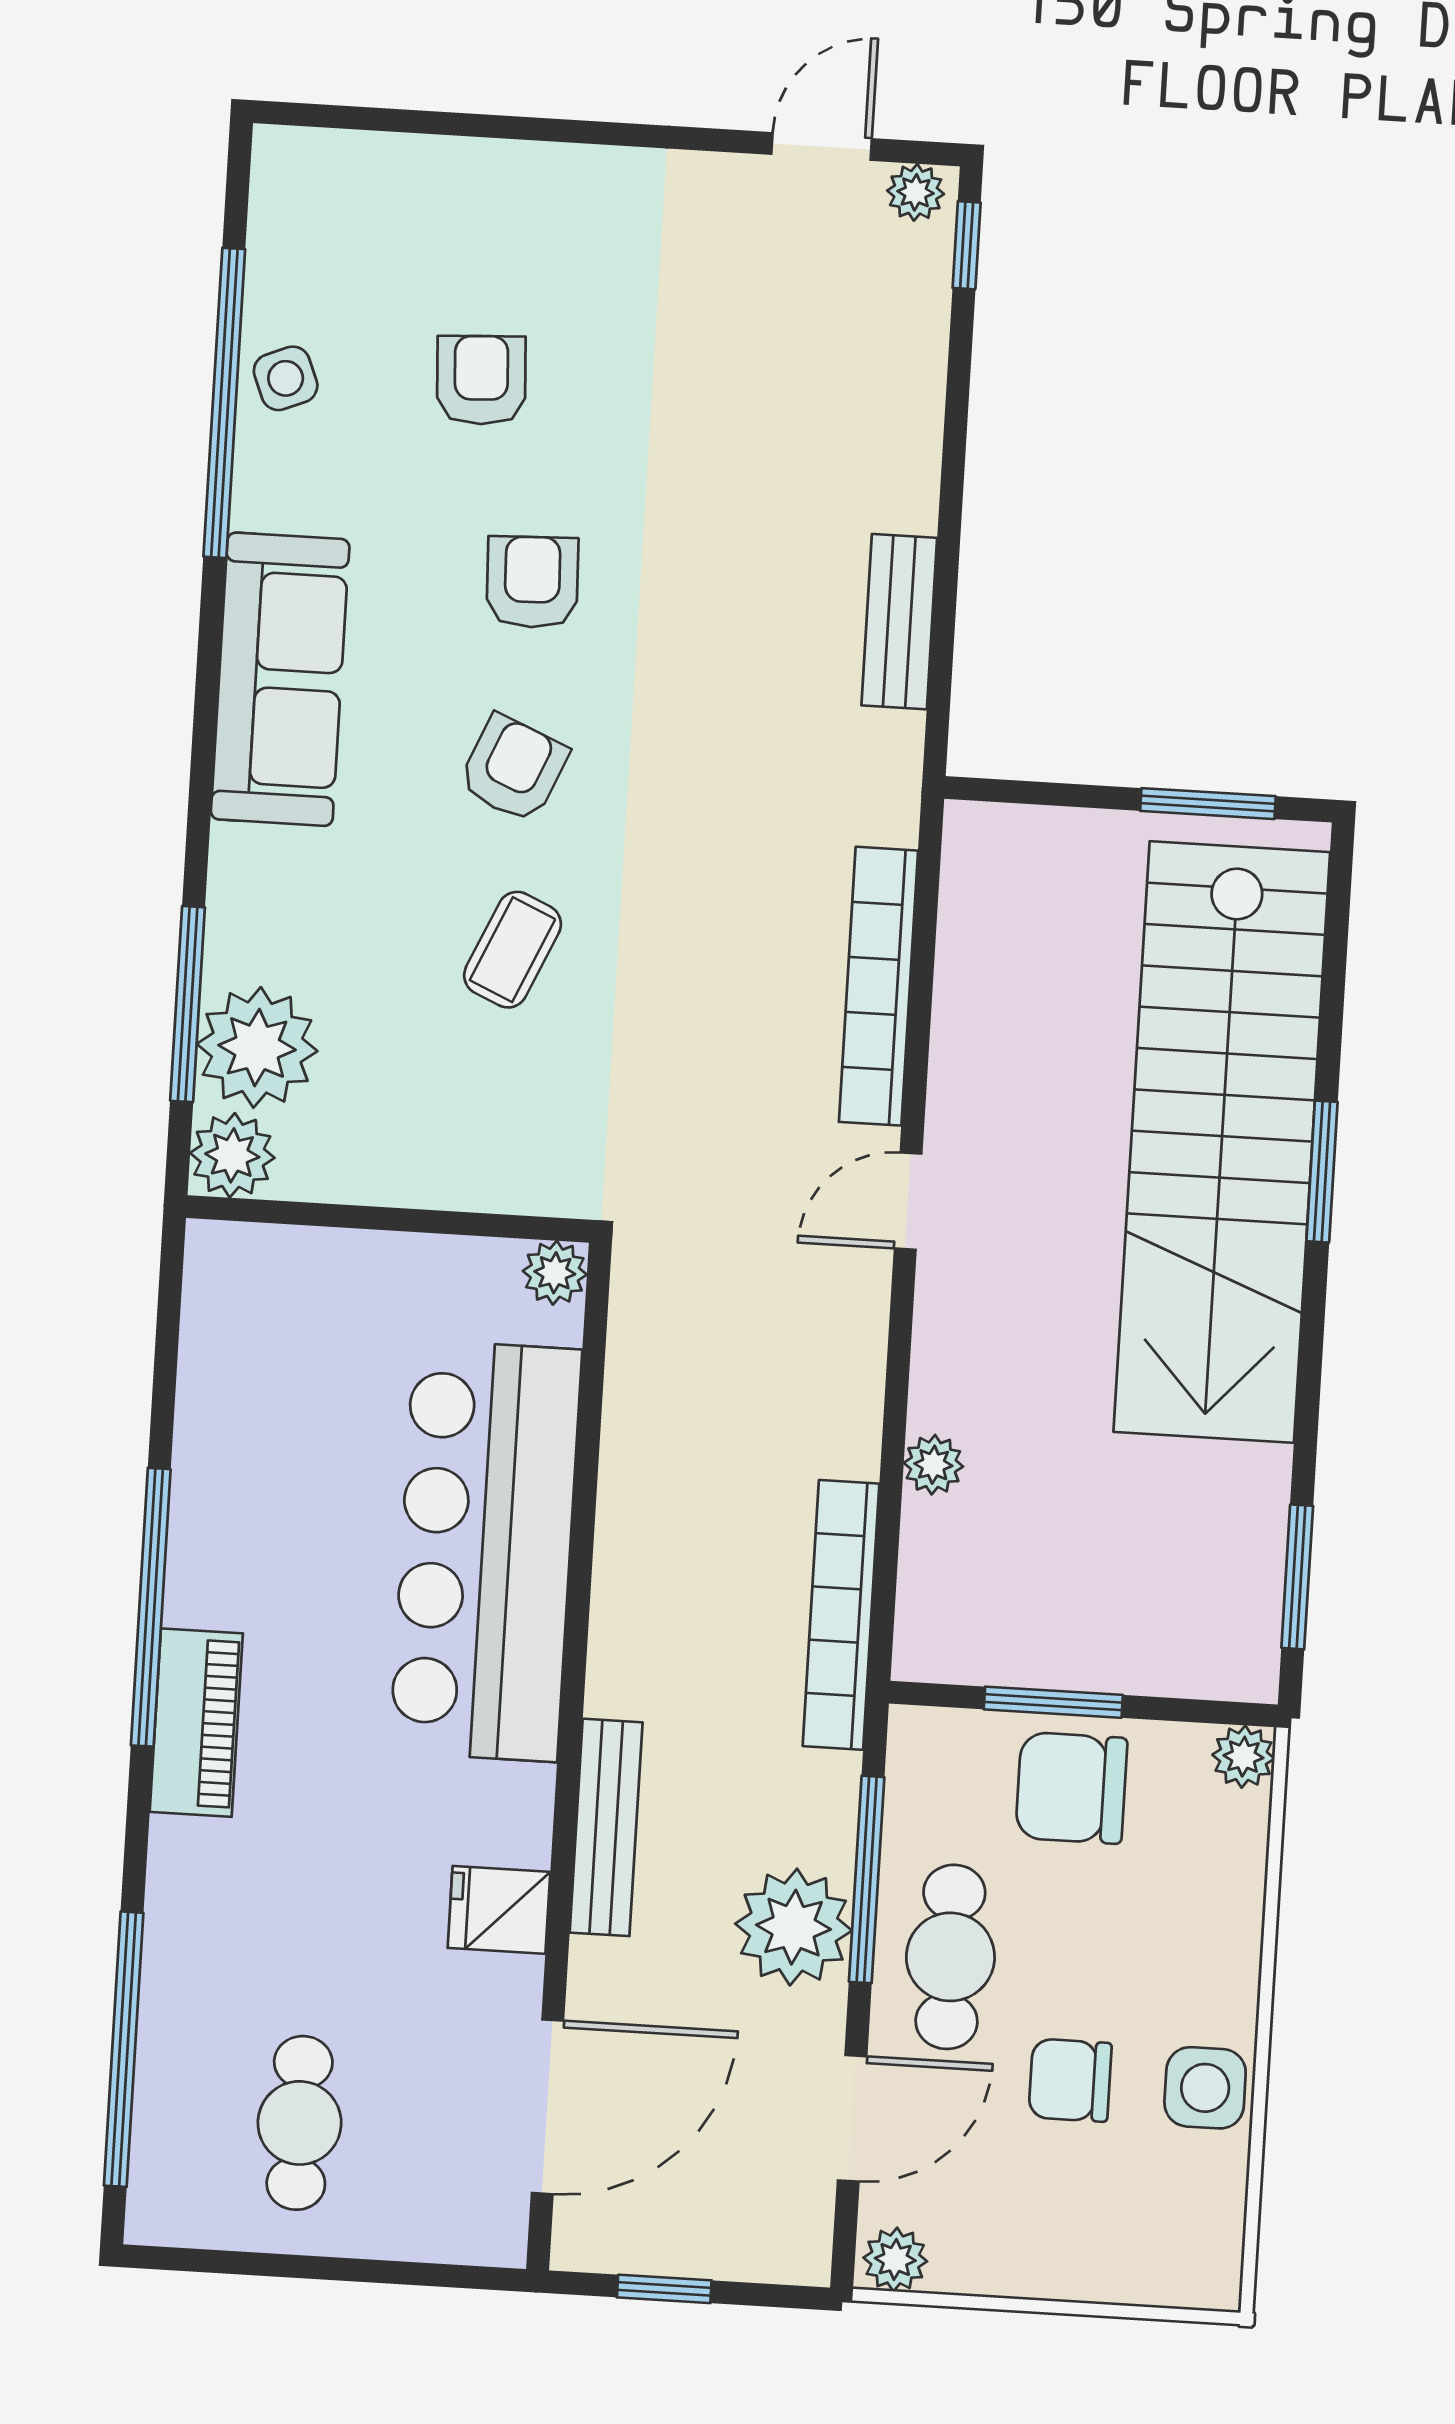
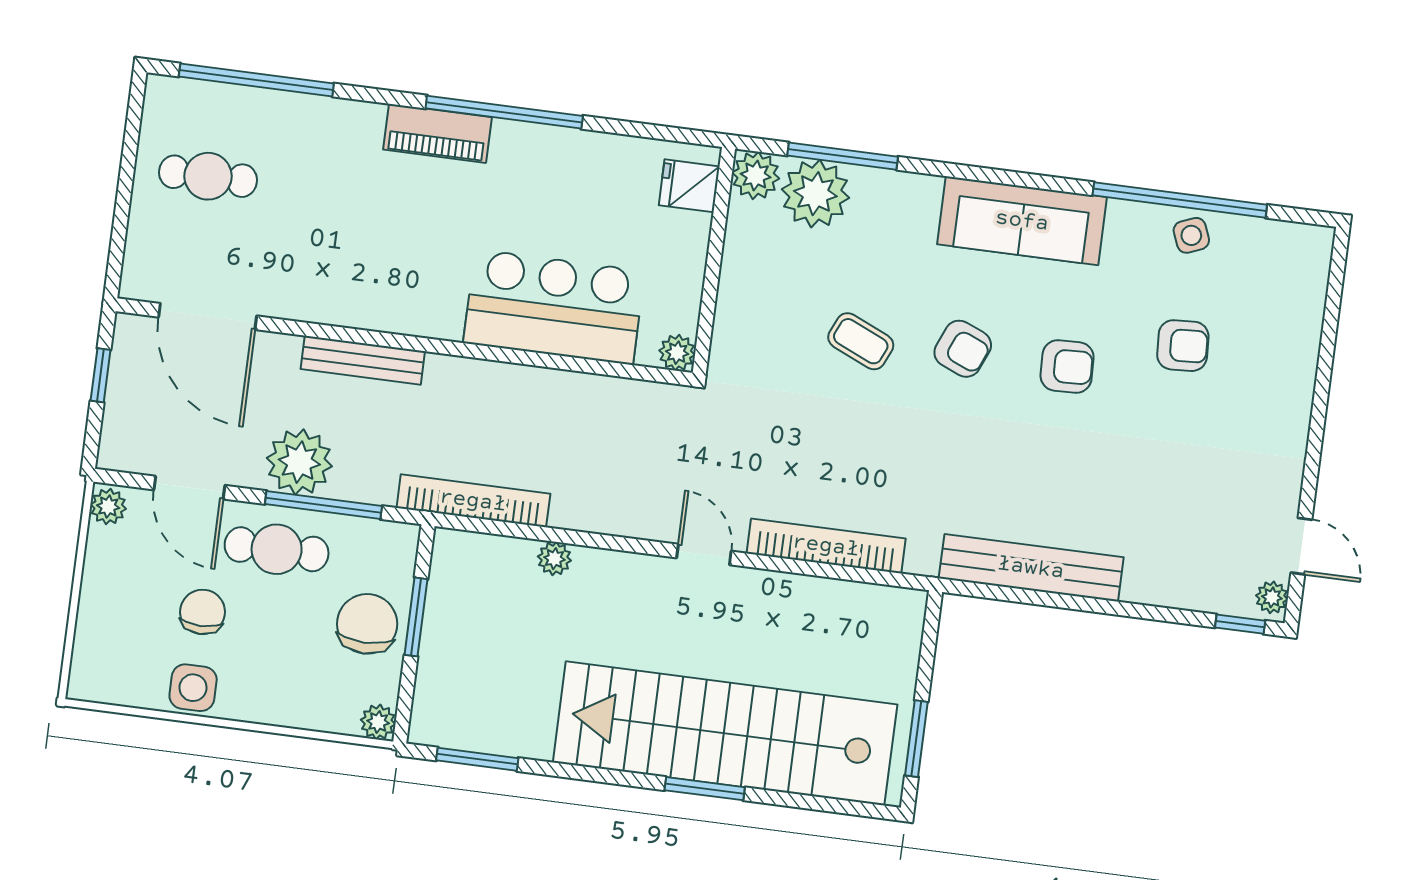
bench: (899, 622) -> (1031, 568), width x1.86, depth x1.21
bar counter: (486, 1551) -> (554, 307), width x0.73
fridge: (499, 1910) -> (689, 186), moved, turned -90

